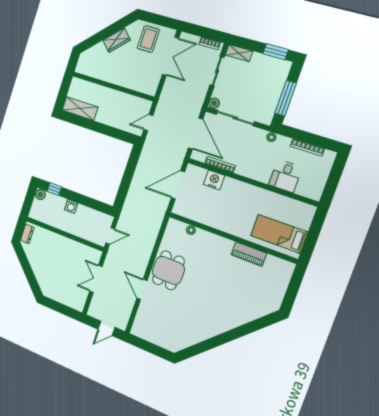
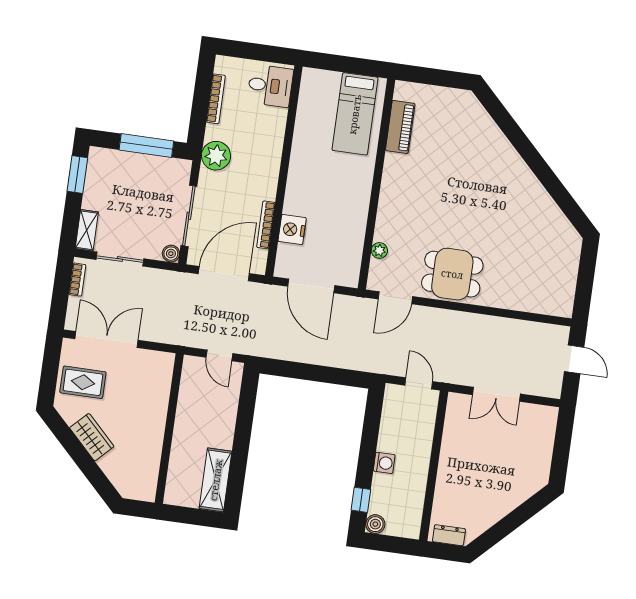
plant: (271, 137) -> (216, 156), width x1.87, depth x1.87
desk: (285, 176) -> (270, 86), moved
piano: (249, 254) -> (400, 127), moved
door: (142, 289) -> (395, 298), moved

